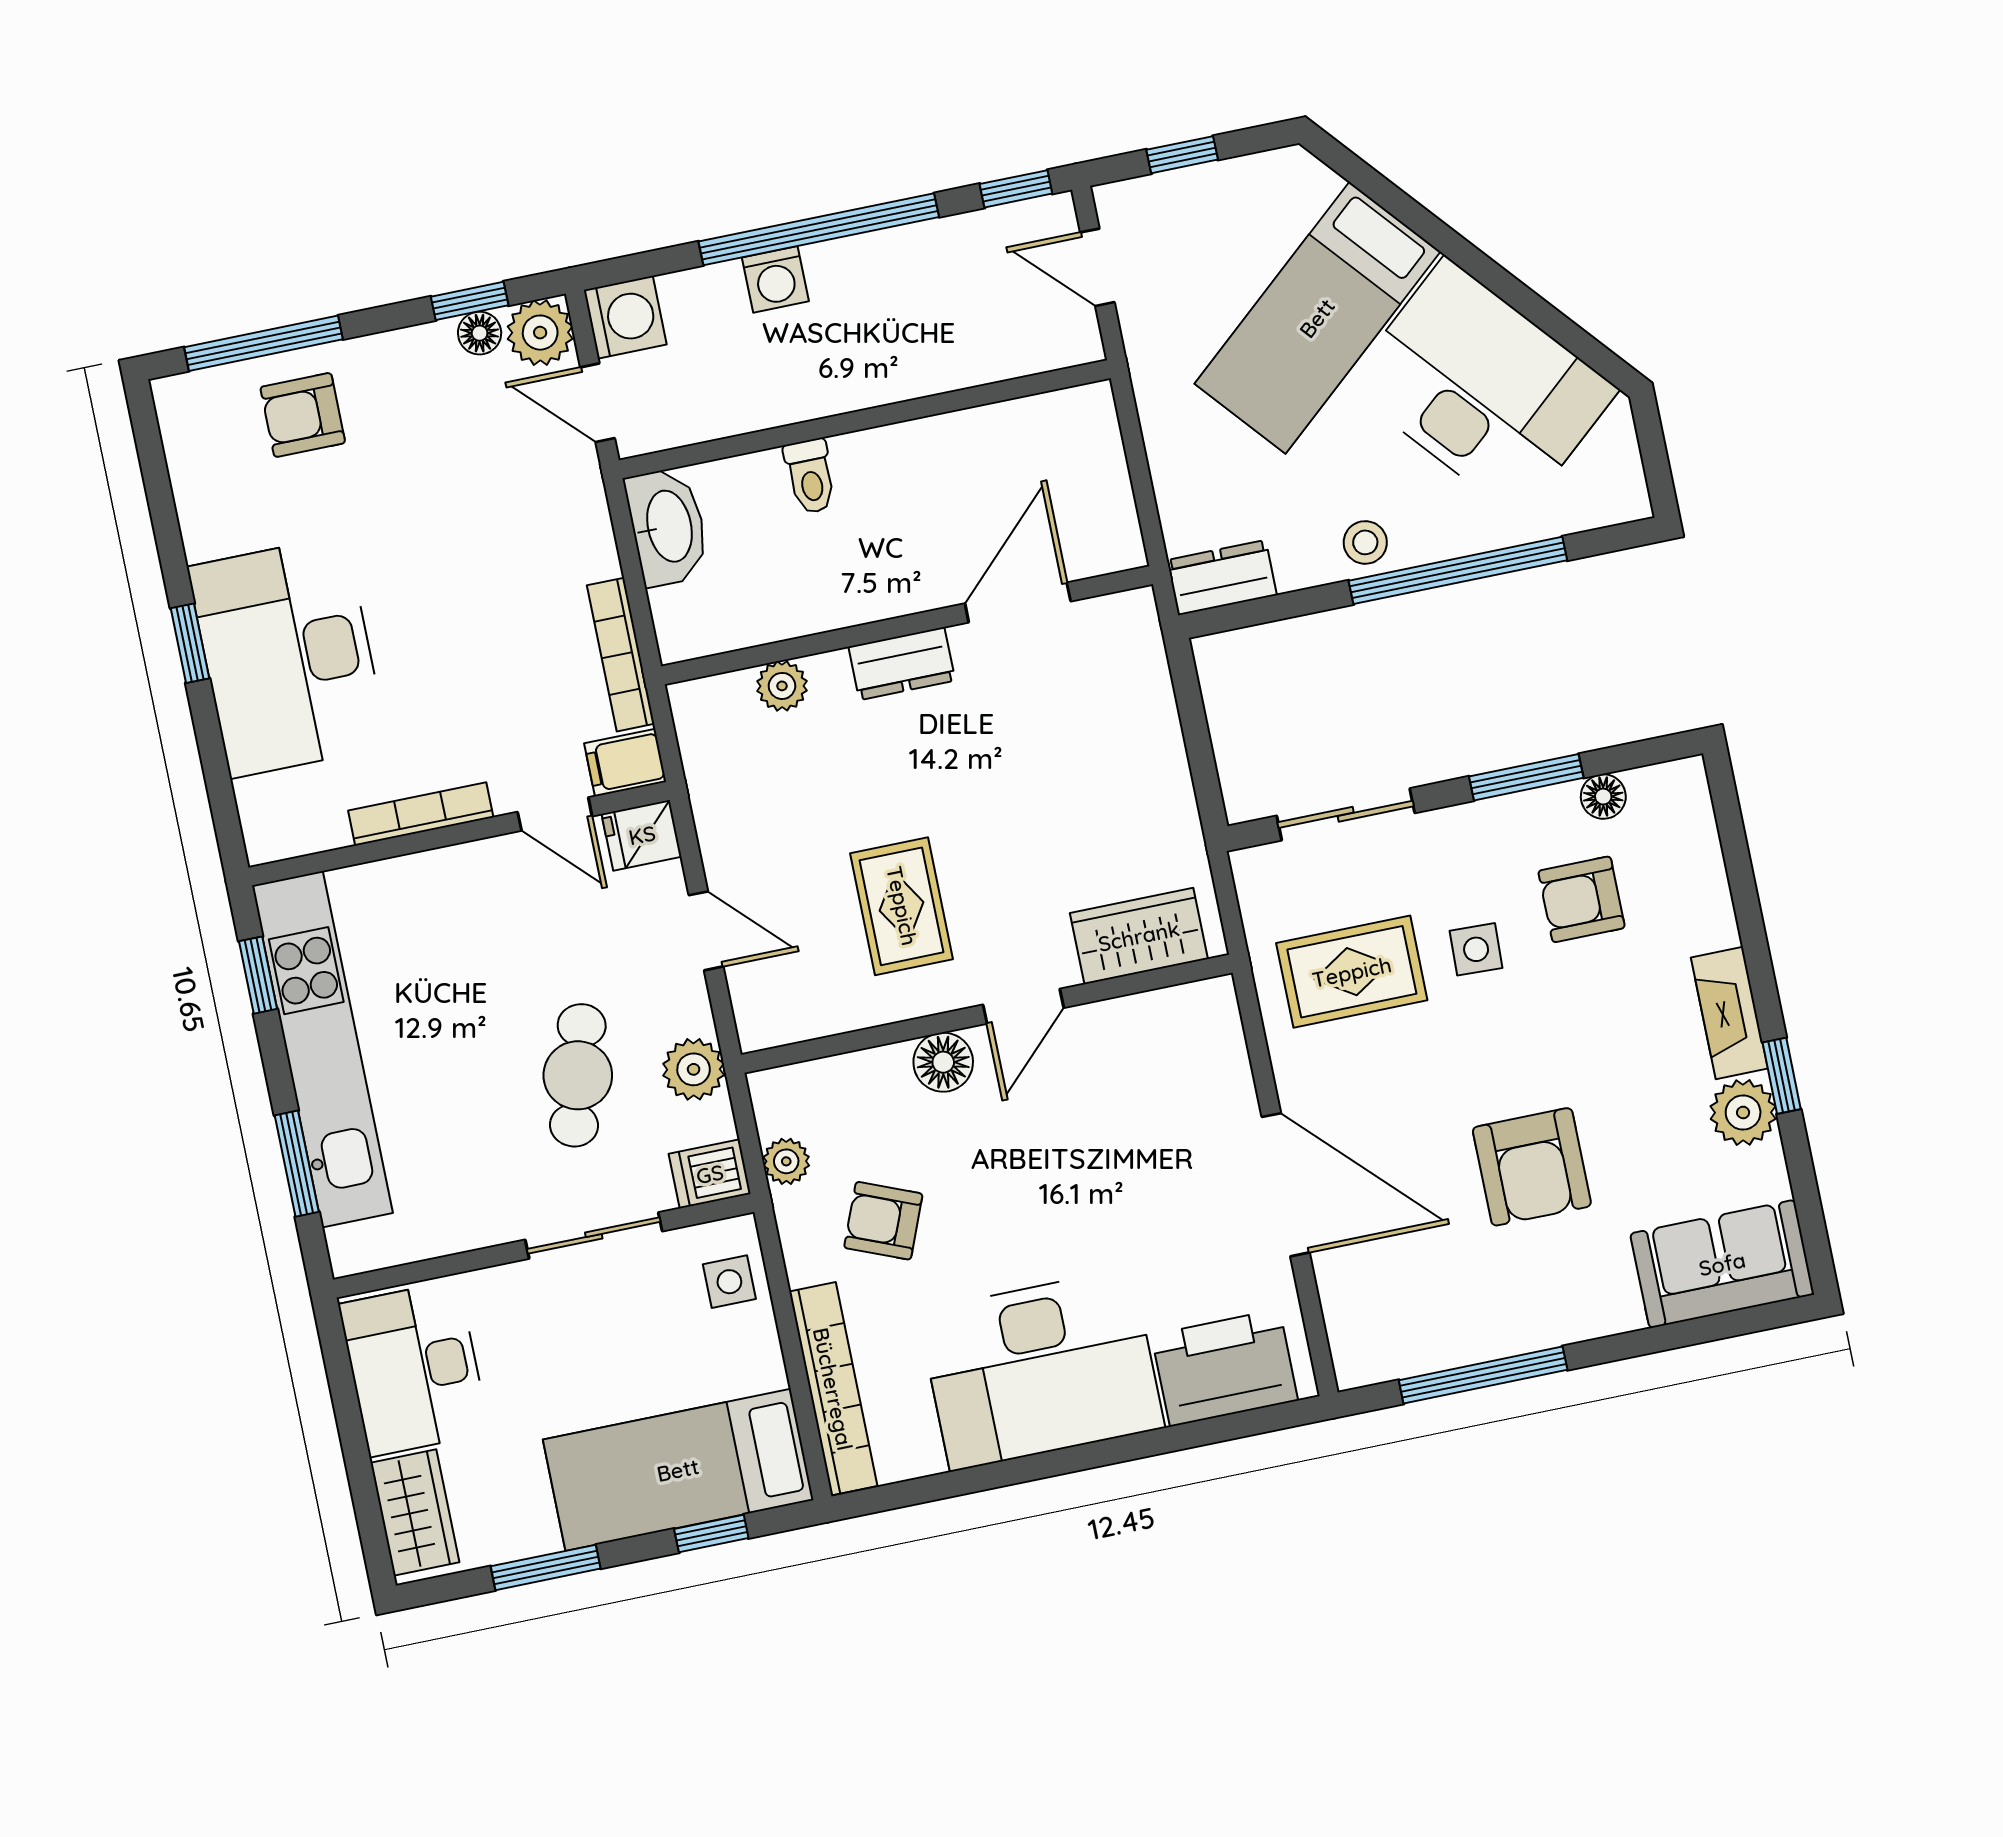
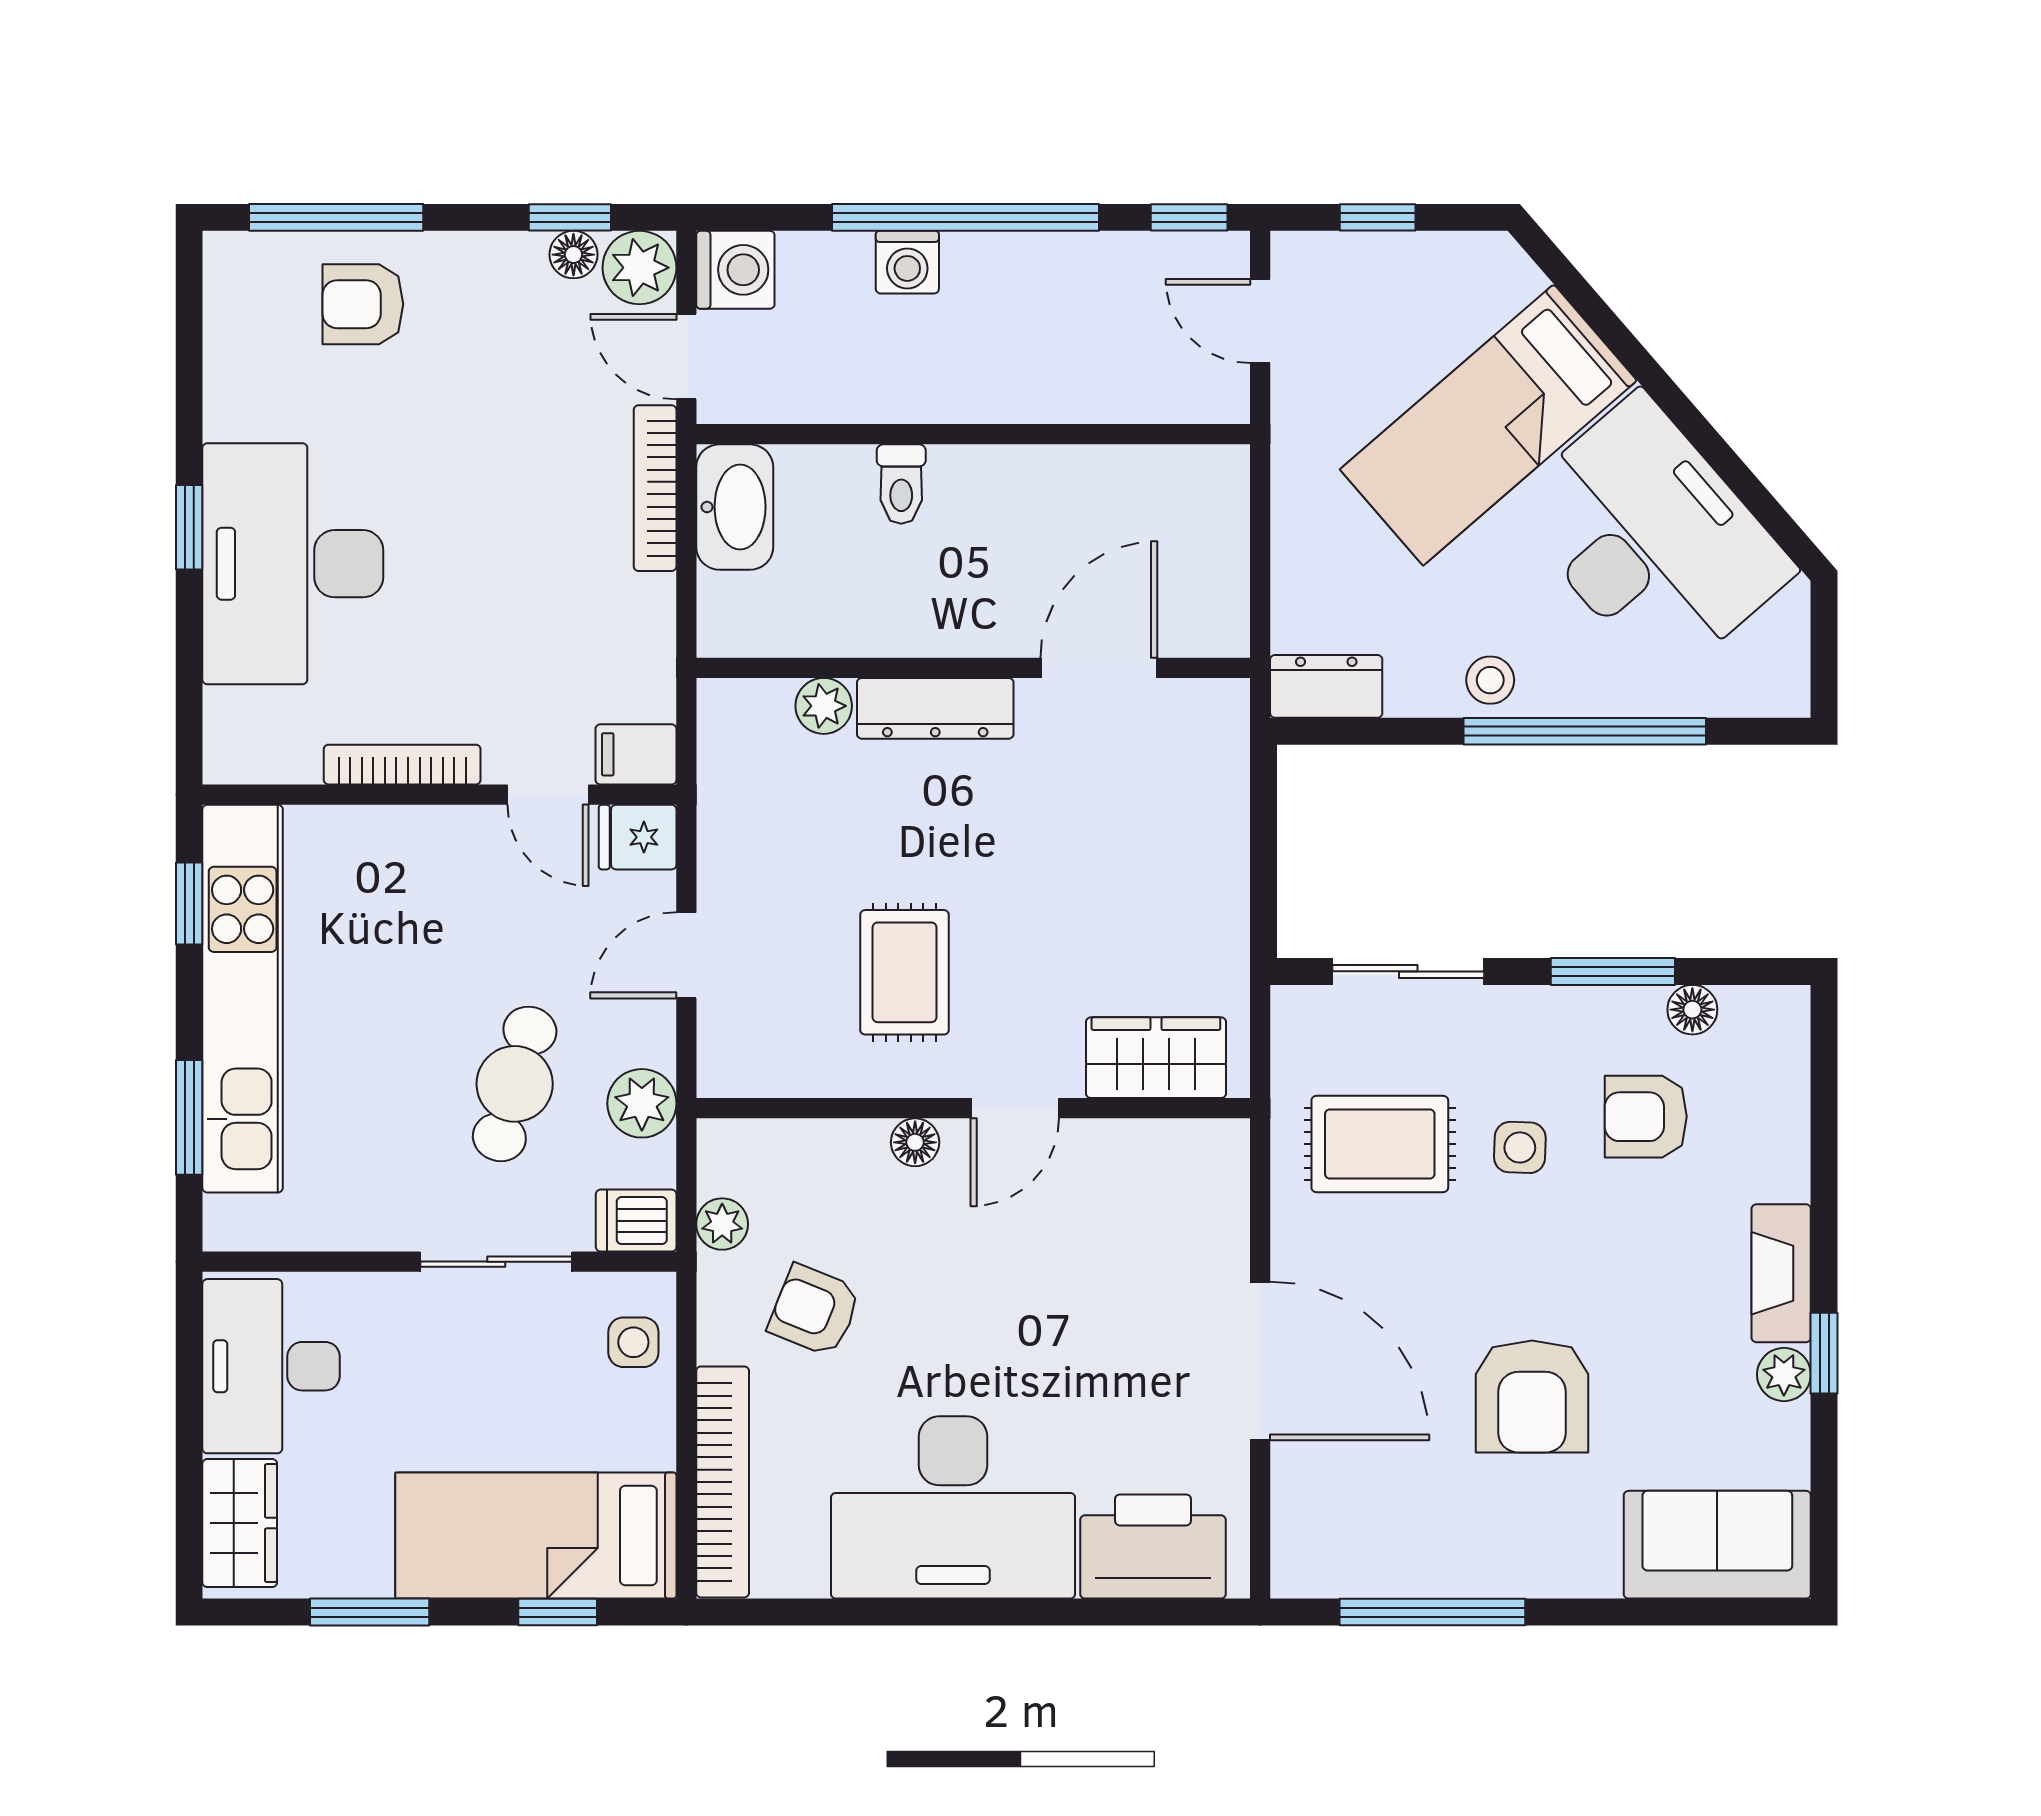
bookcase: (621, 655) -> (655, 488), moved
dresser: (902, 664) -> (935, 708), width x1.44
door: (706, 931) -> (686, 955), swing flipped
floor lamp: (943, 1062) -> (915, 1142), width x0.73, depth x0.73
plant: (1743, 1112) -> (1784, 1375), width x0.73, depth x0.73

